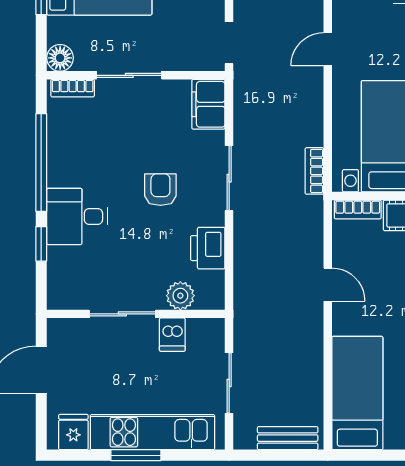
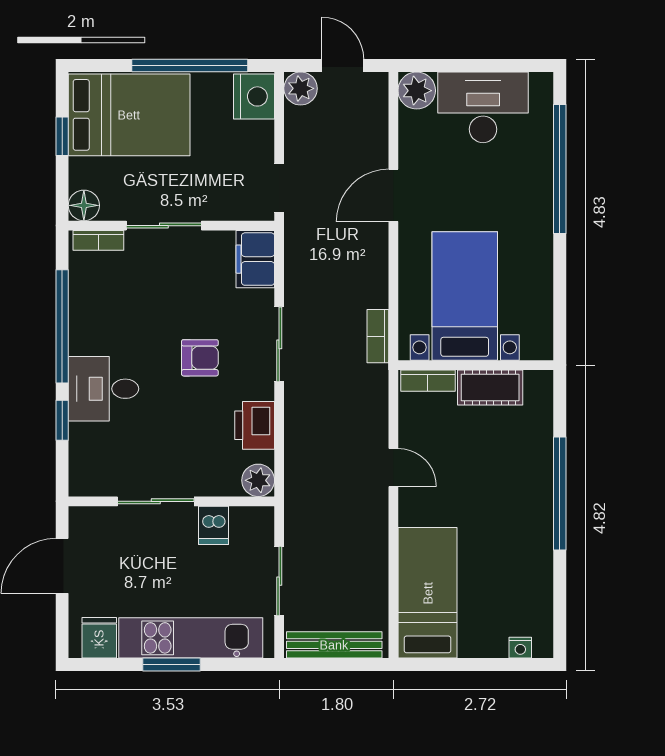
door: (328, 49) -> (393, 195), width x1.38
armchair: (160, 190) -> (200, 358), turned 90
plant: (180, 296) -> (258, 480), moved
bench: (288, 438) -> (334, 645), width x1.36

